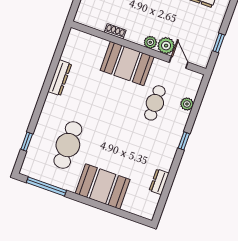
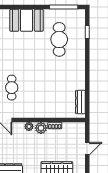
plant: (166, 46) -> (41, 128), moved
booth: (127, 64) -> (39, 107), removed
dresser: (60, 78) -> (80, 102), moved

